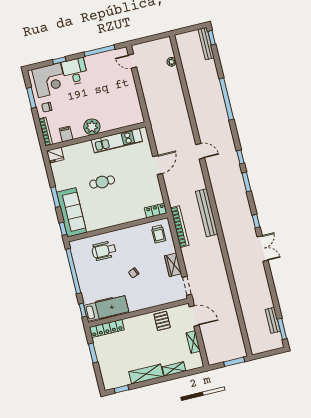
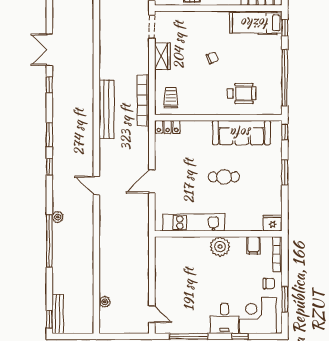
plant: (224, 119) -> (58, 217), added
sofa: (72, 212) -> (241, 133), moved, turned -90

